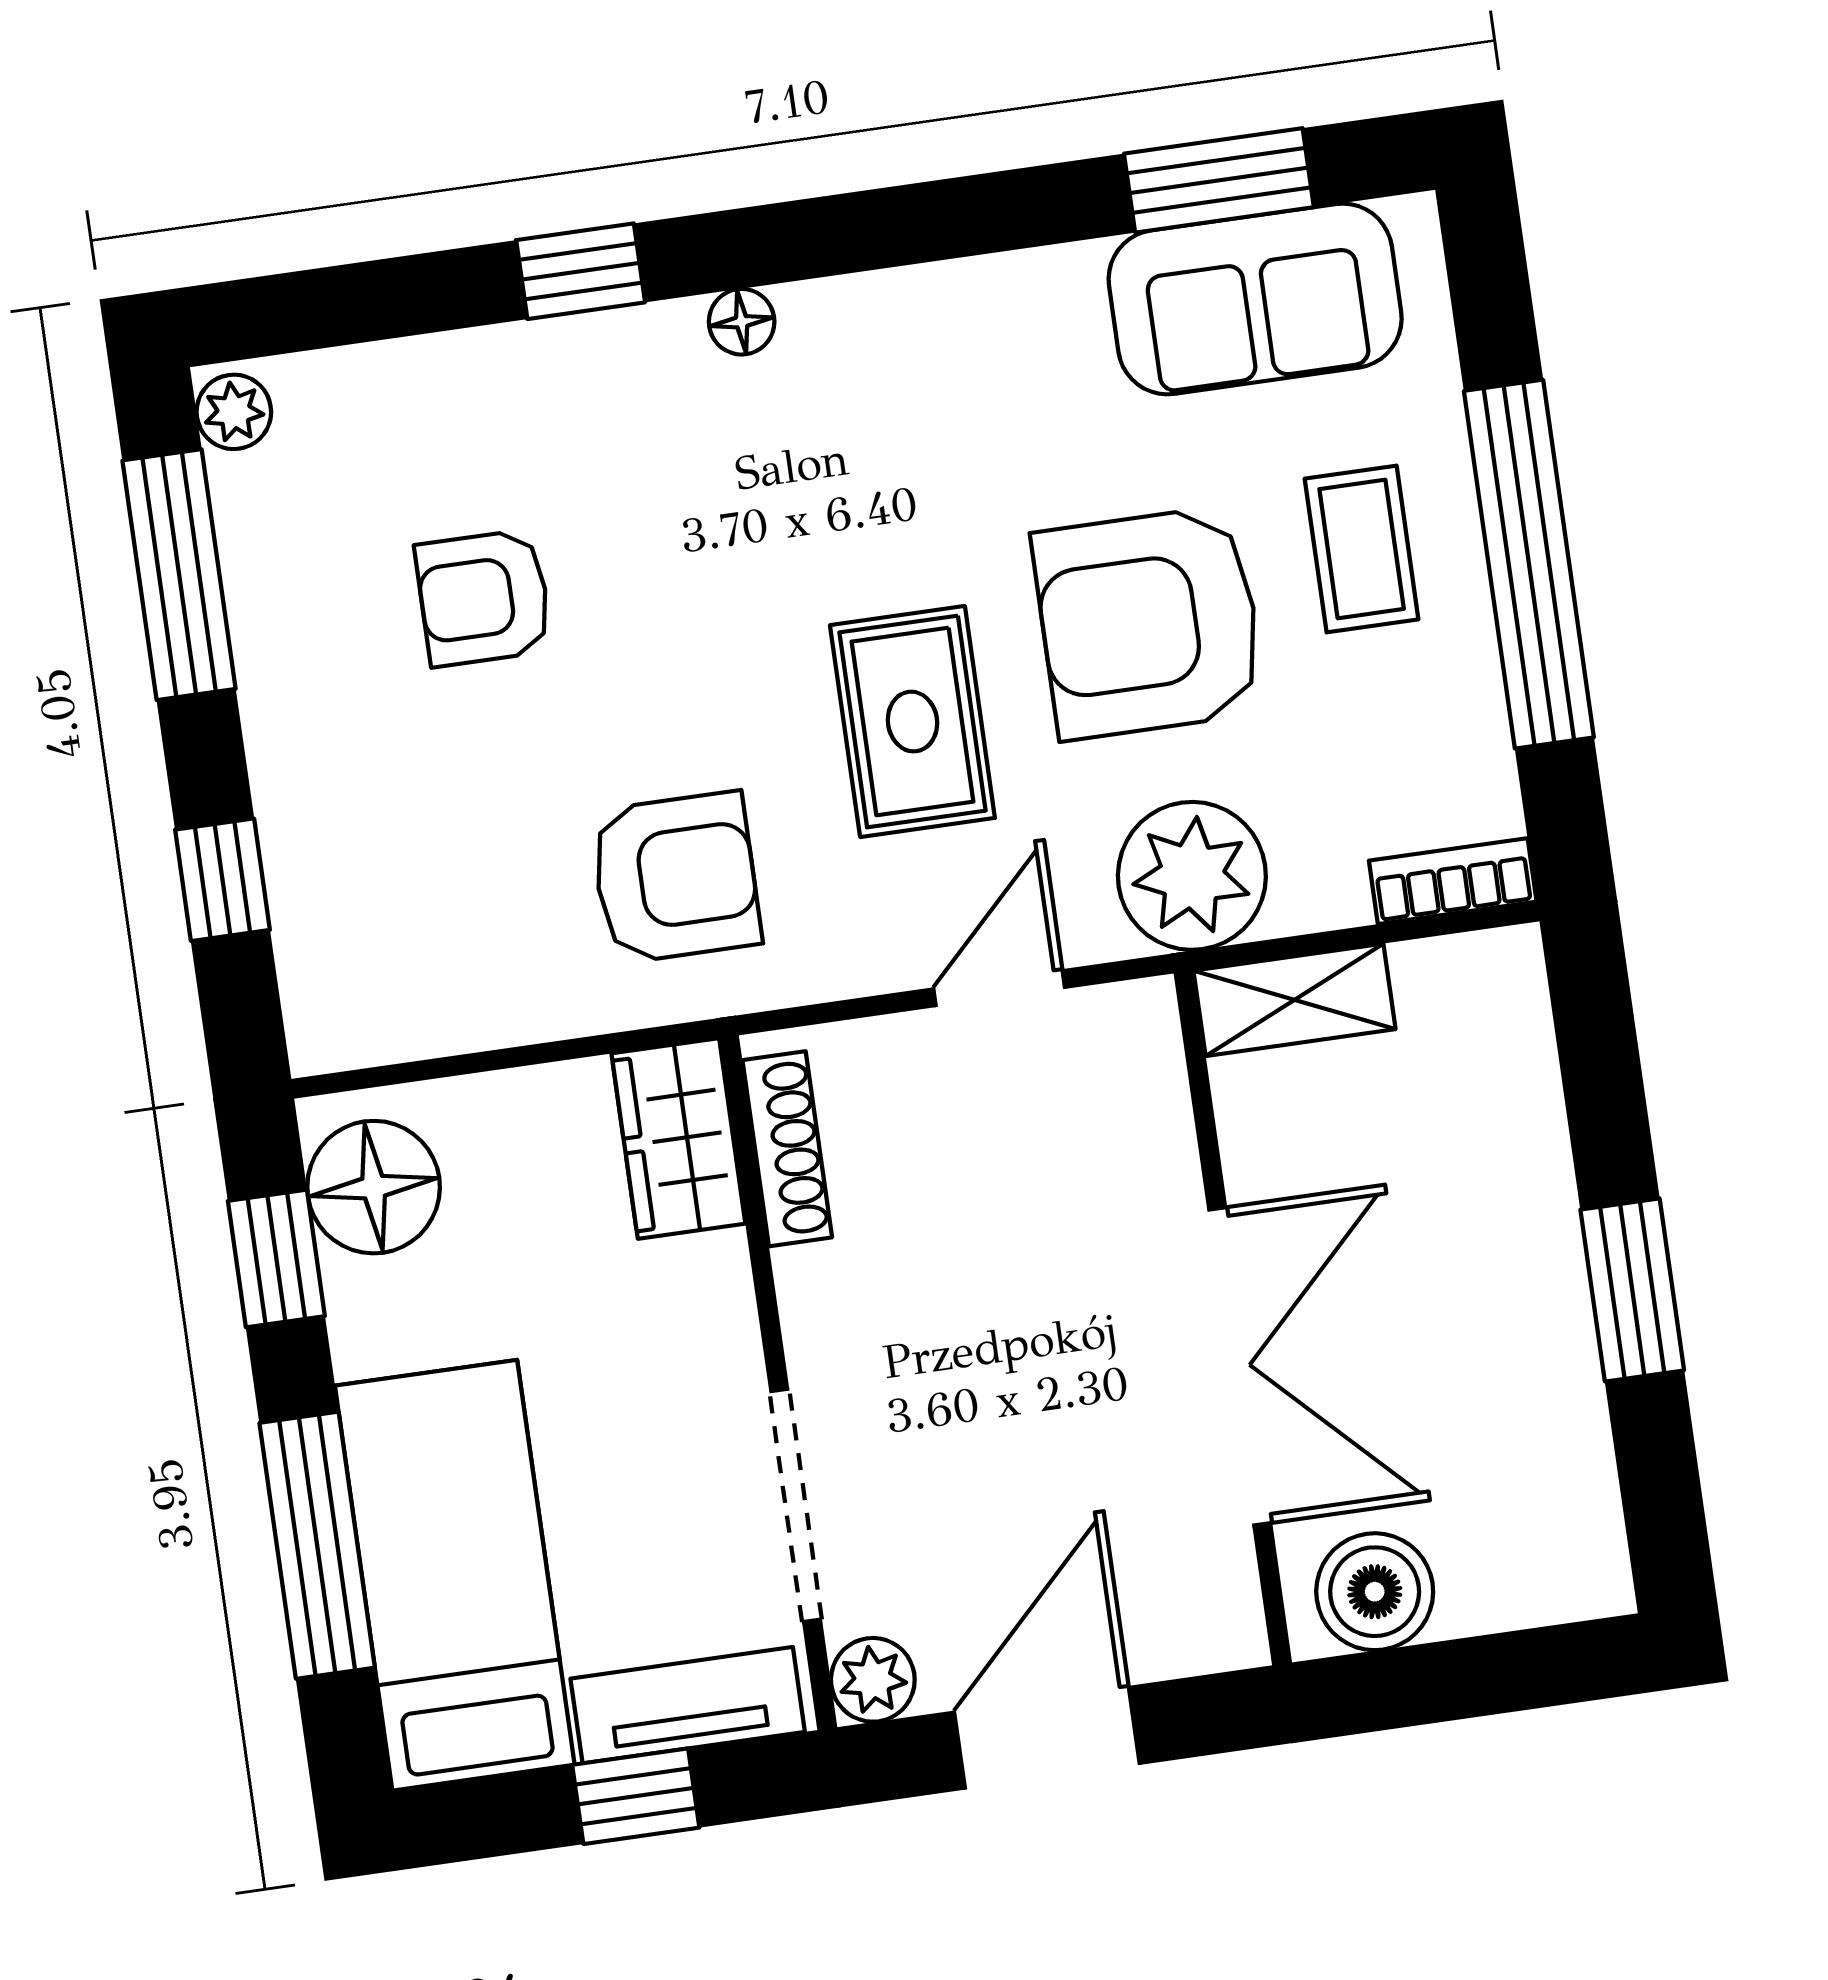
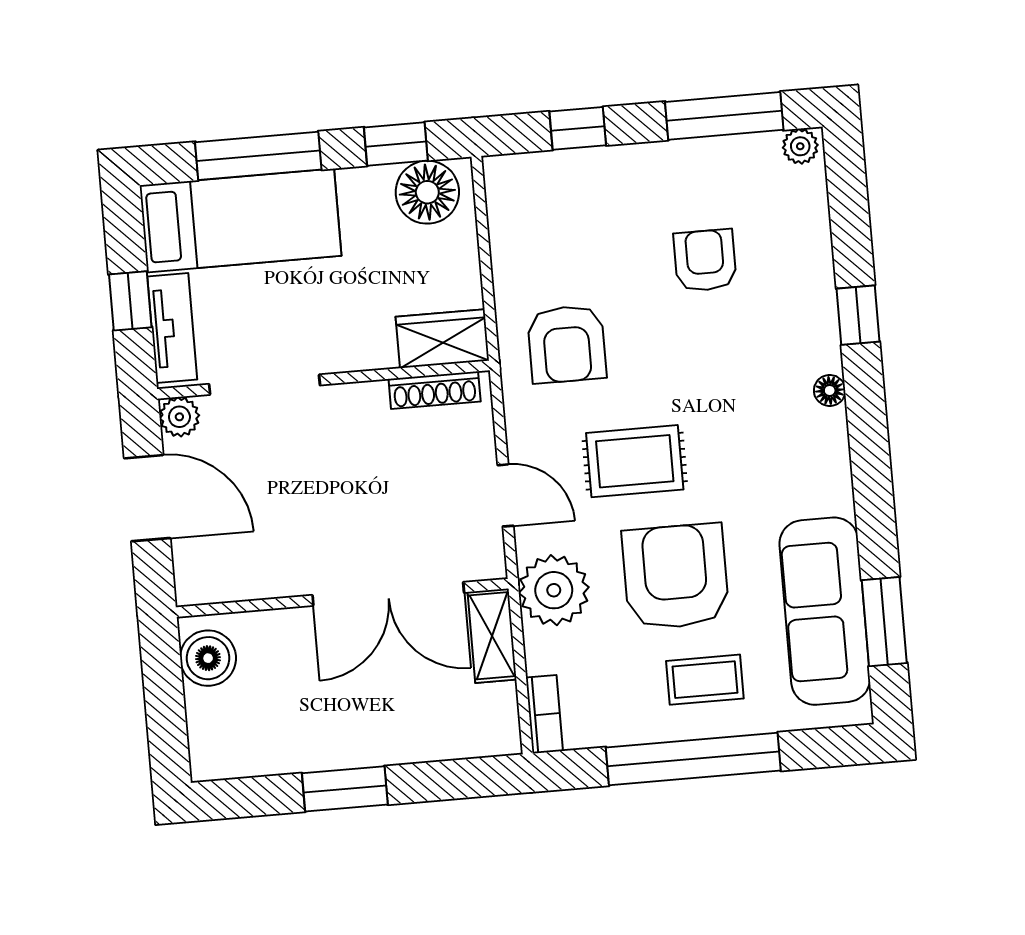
sofa: (1255, 299) -> (825, 611), width x1.36
double door: (1240, 1366) -> (388, 594), moved

